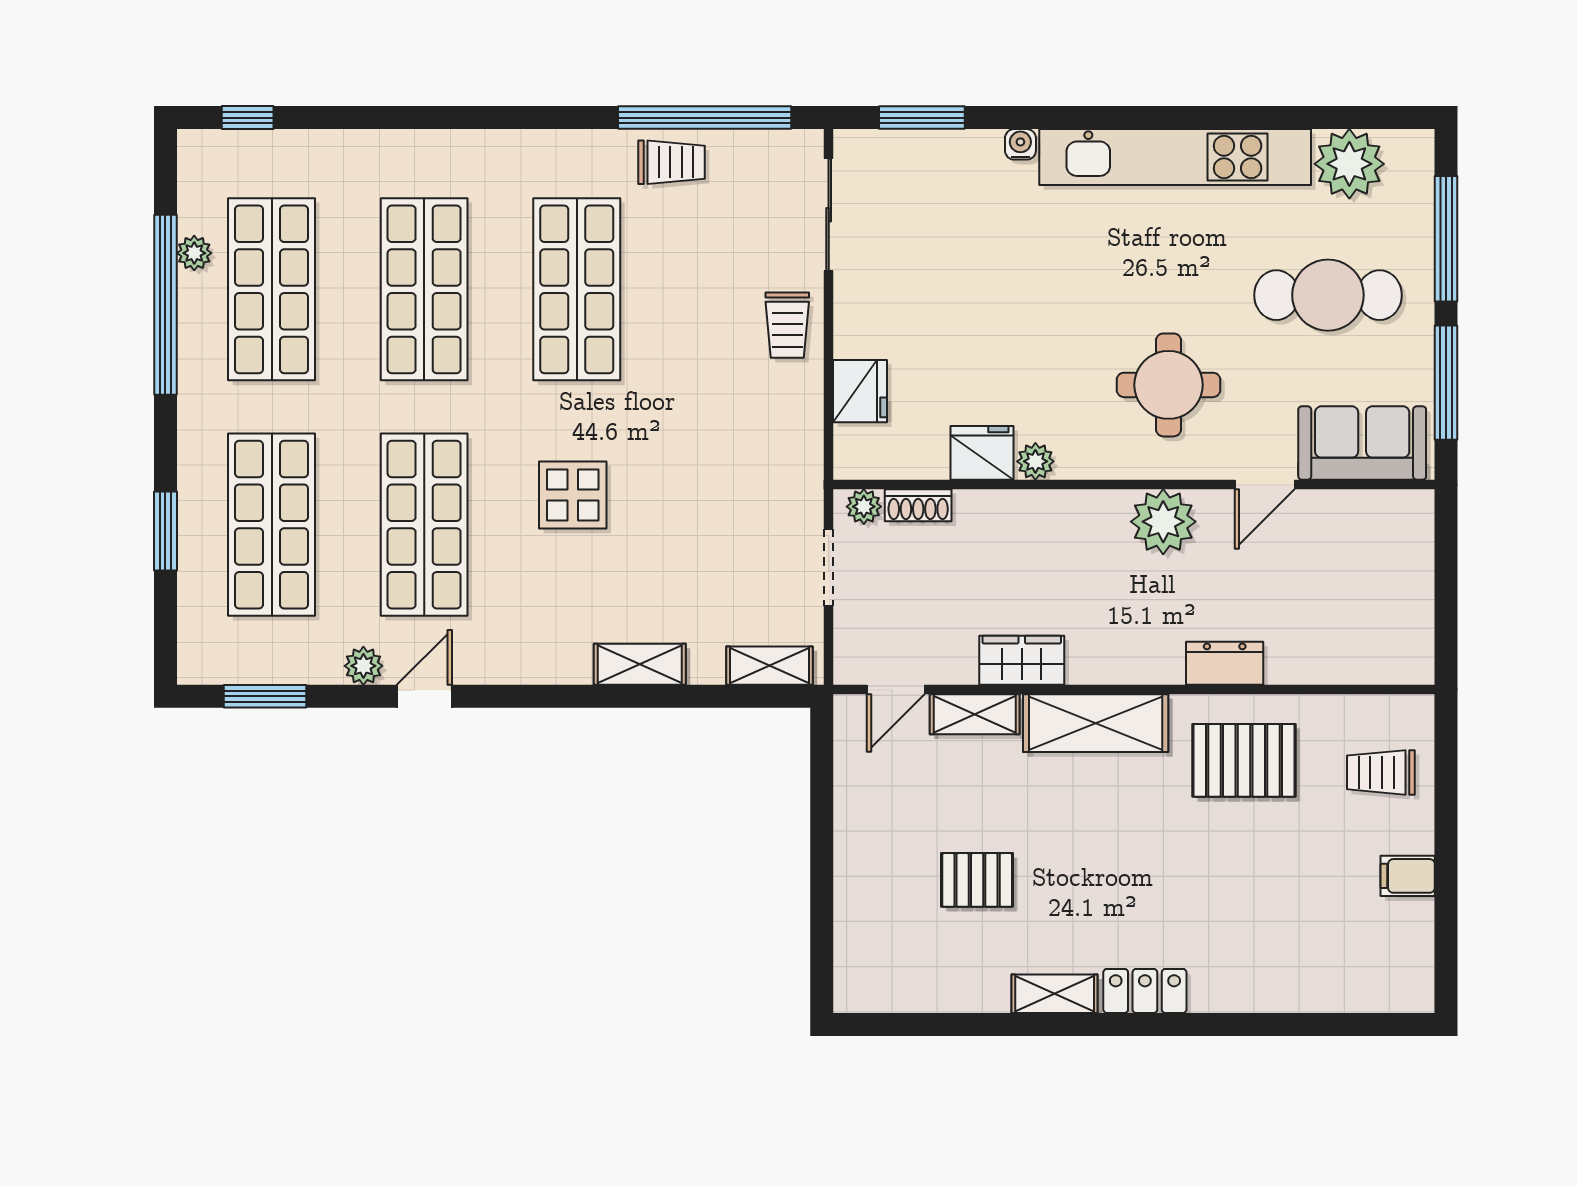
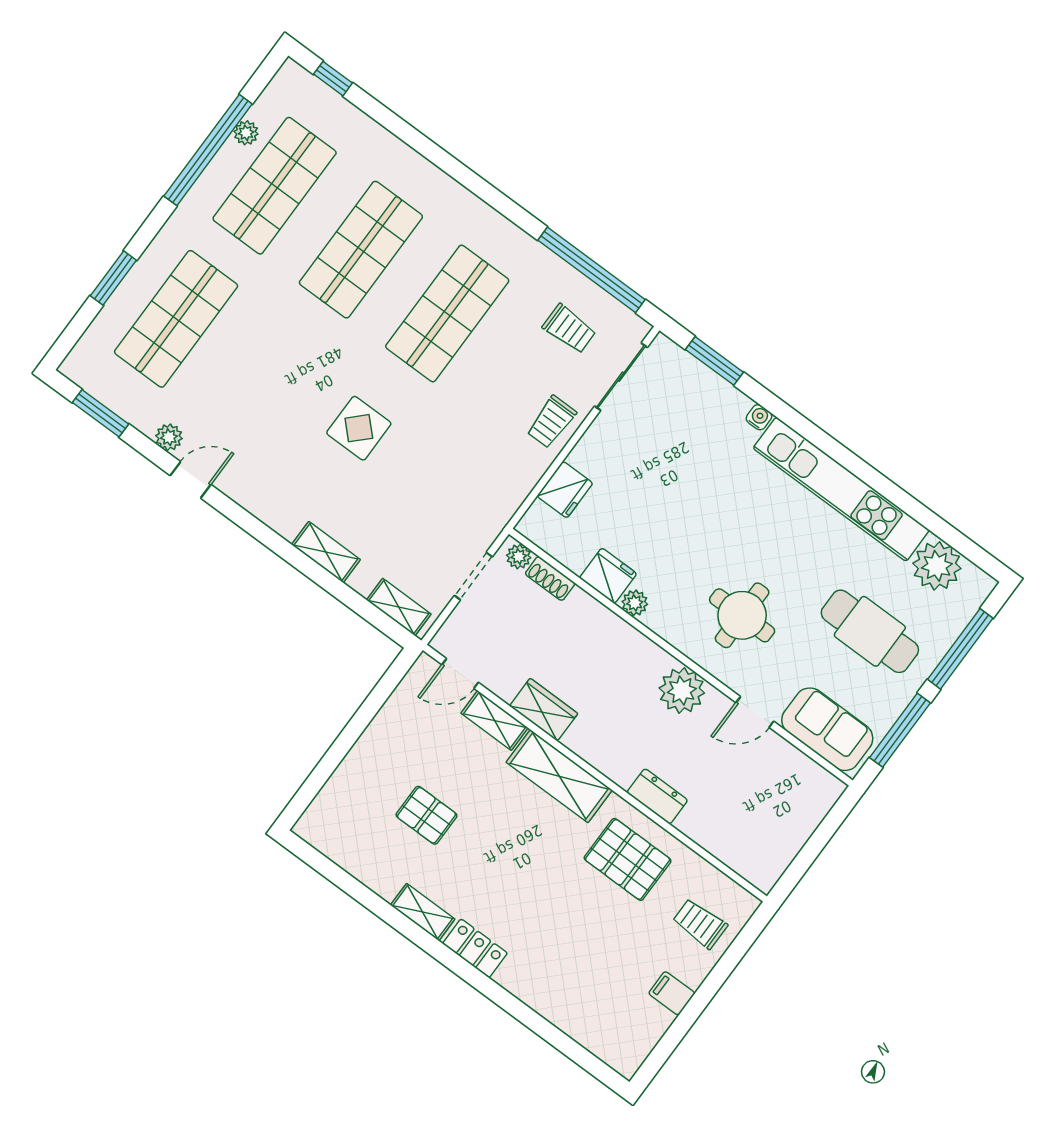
trolley: (671, 162) -> (569, 329), moved
shop shelf: (424, 525) -> (262, 383), removed

